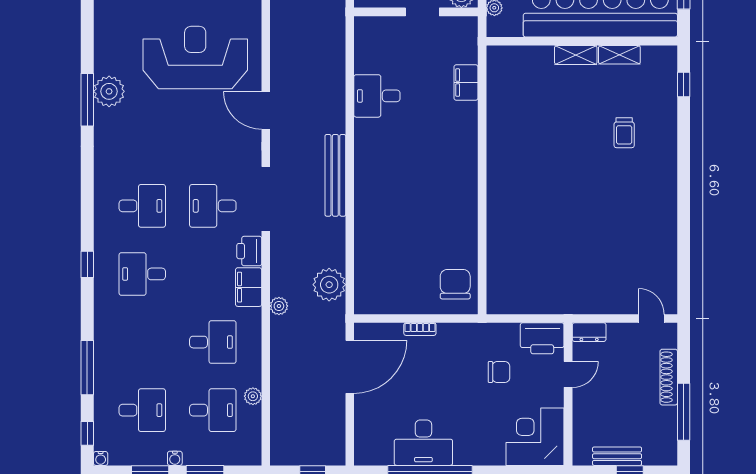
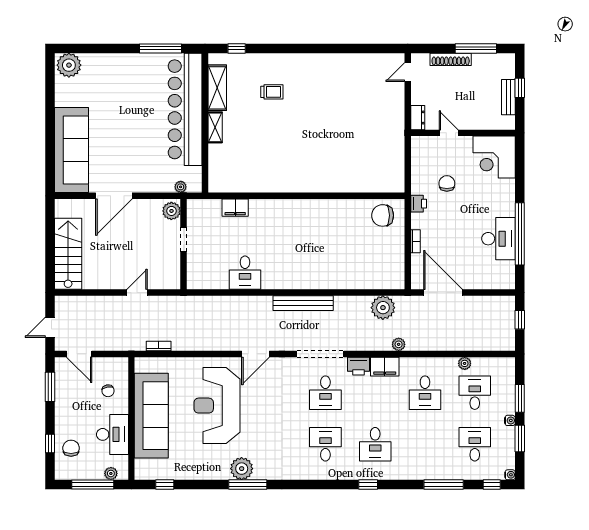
shelving: (619, 55) -> (217, 88), width x1.50, depth x1.33
printer: (542, 338) -> (419, 204), moved, width x0.53, depth x0.68
desk: (213, 342) -> (425, 393), turned 180

